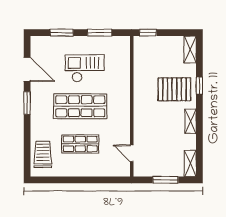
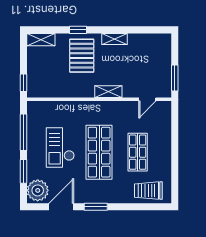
window: (100, 33) -> (23, 132), width x1.44
plant: (43, 46) -> (38, 190), added
shelving: (190, 163) -> (108, 92), moved
window: (166, 180) -> (175, 78), moved

